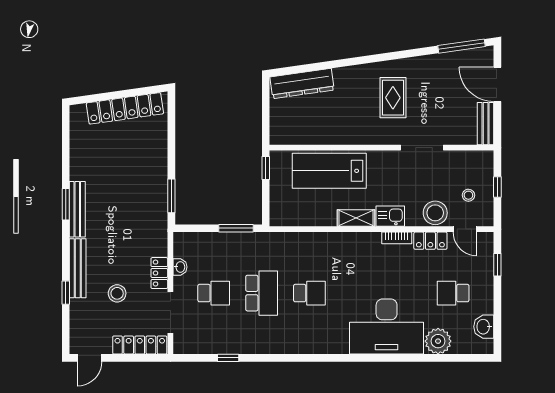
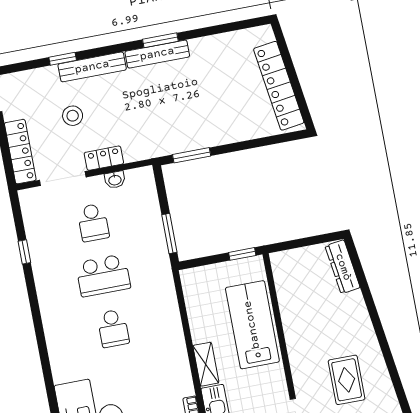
dresser: (302, 83) -> (343, 267), width x0.73, depth x0.80
rug: (393, 98) -> (347, 380), turned 90

